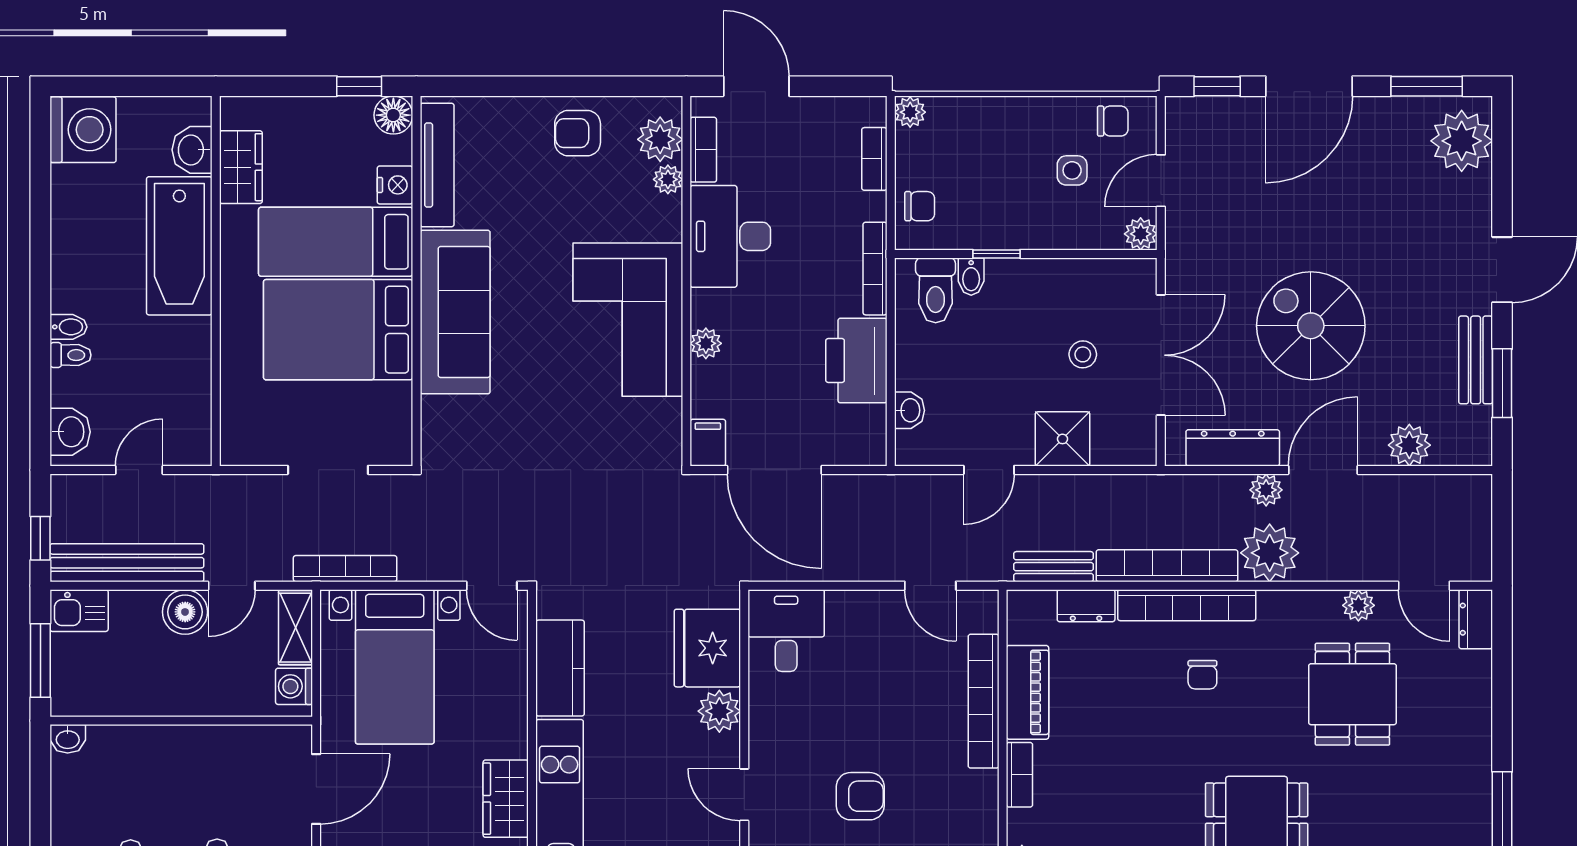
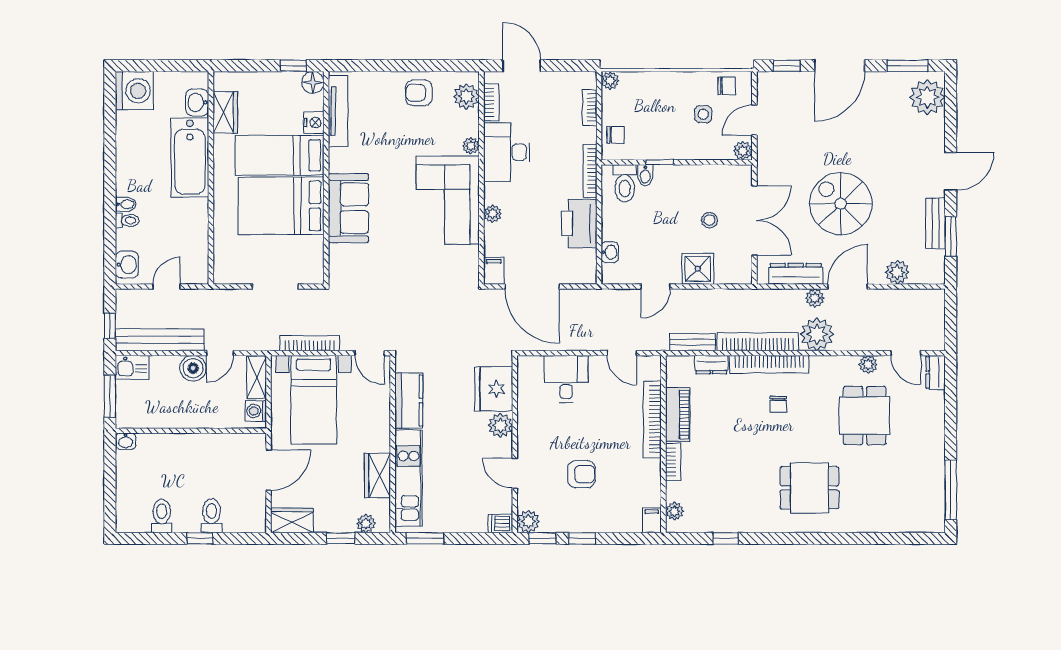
plant: (668, 179) -> (471, 146), moved
sofa: (455, 312) -> (348, 208), width x0.73
bookcase: (345, 569) -> (310, 343), moved
desk: (786, 631) -> (566, 379), moved

